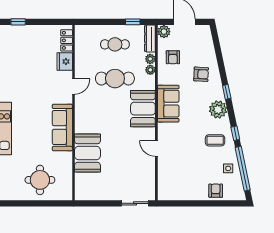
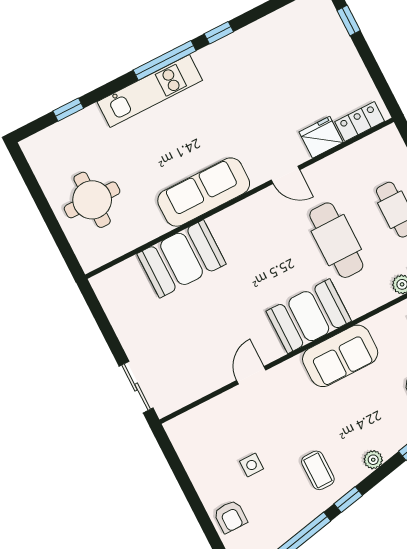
plant: (150, 70) -> (383, 294), removed
plant: (218, 109) -> (373, 460), width x0.53, depth x0.53
side table: (228, 168) -> (252, 465), moved
armchair: (216, 191) -> (230, 517), turned 90

